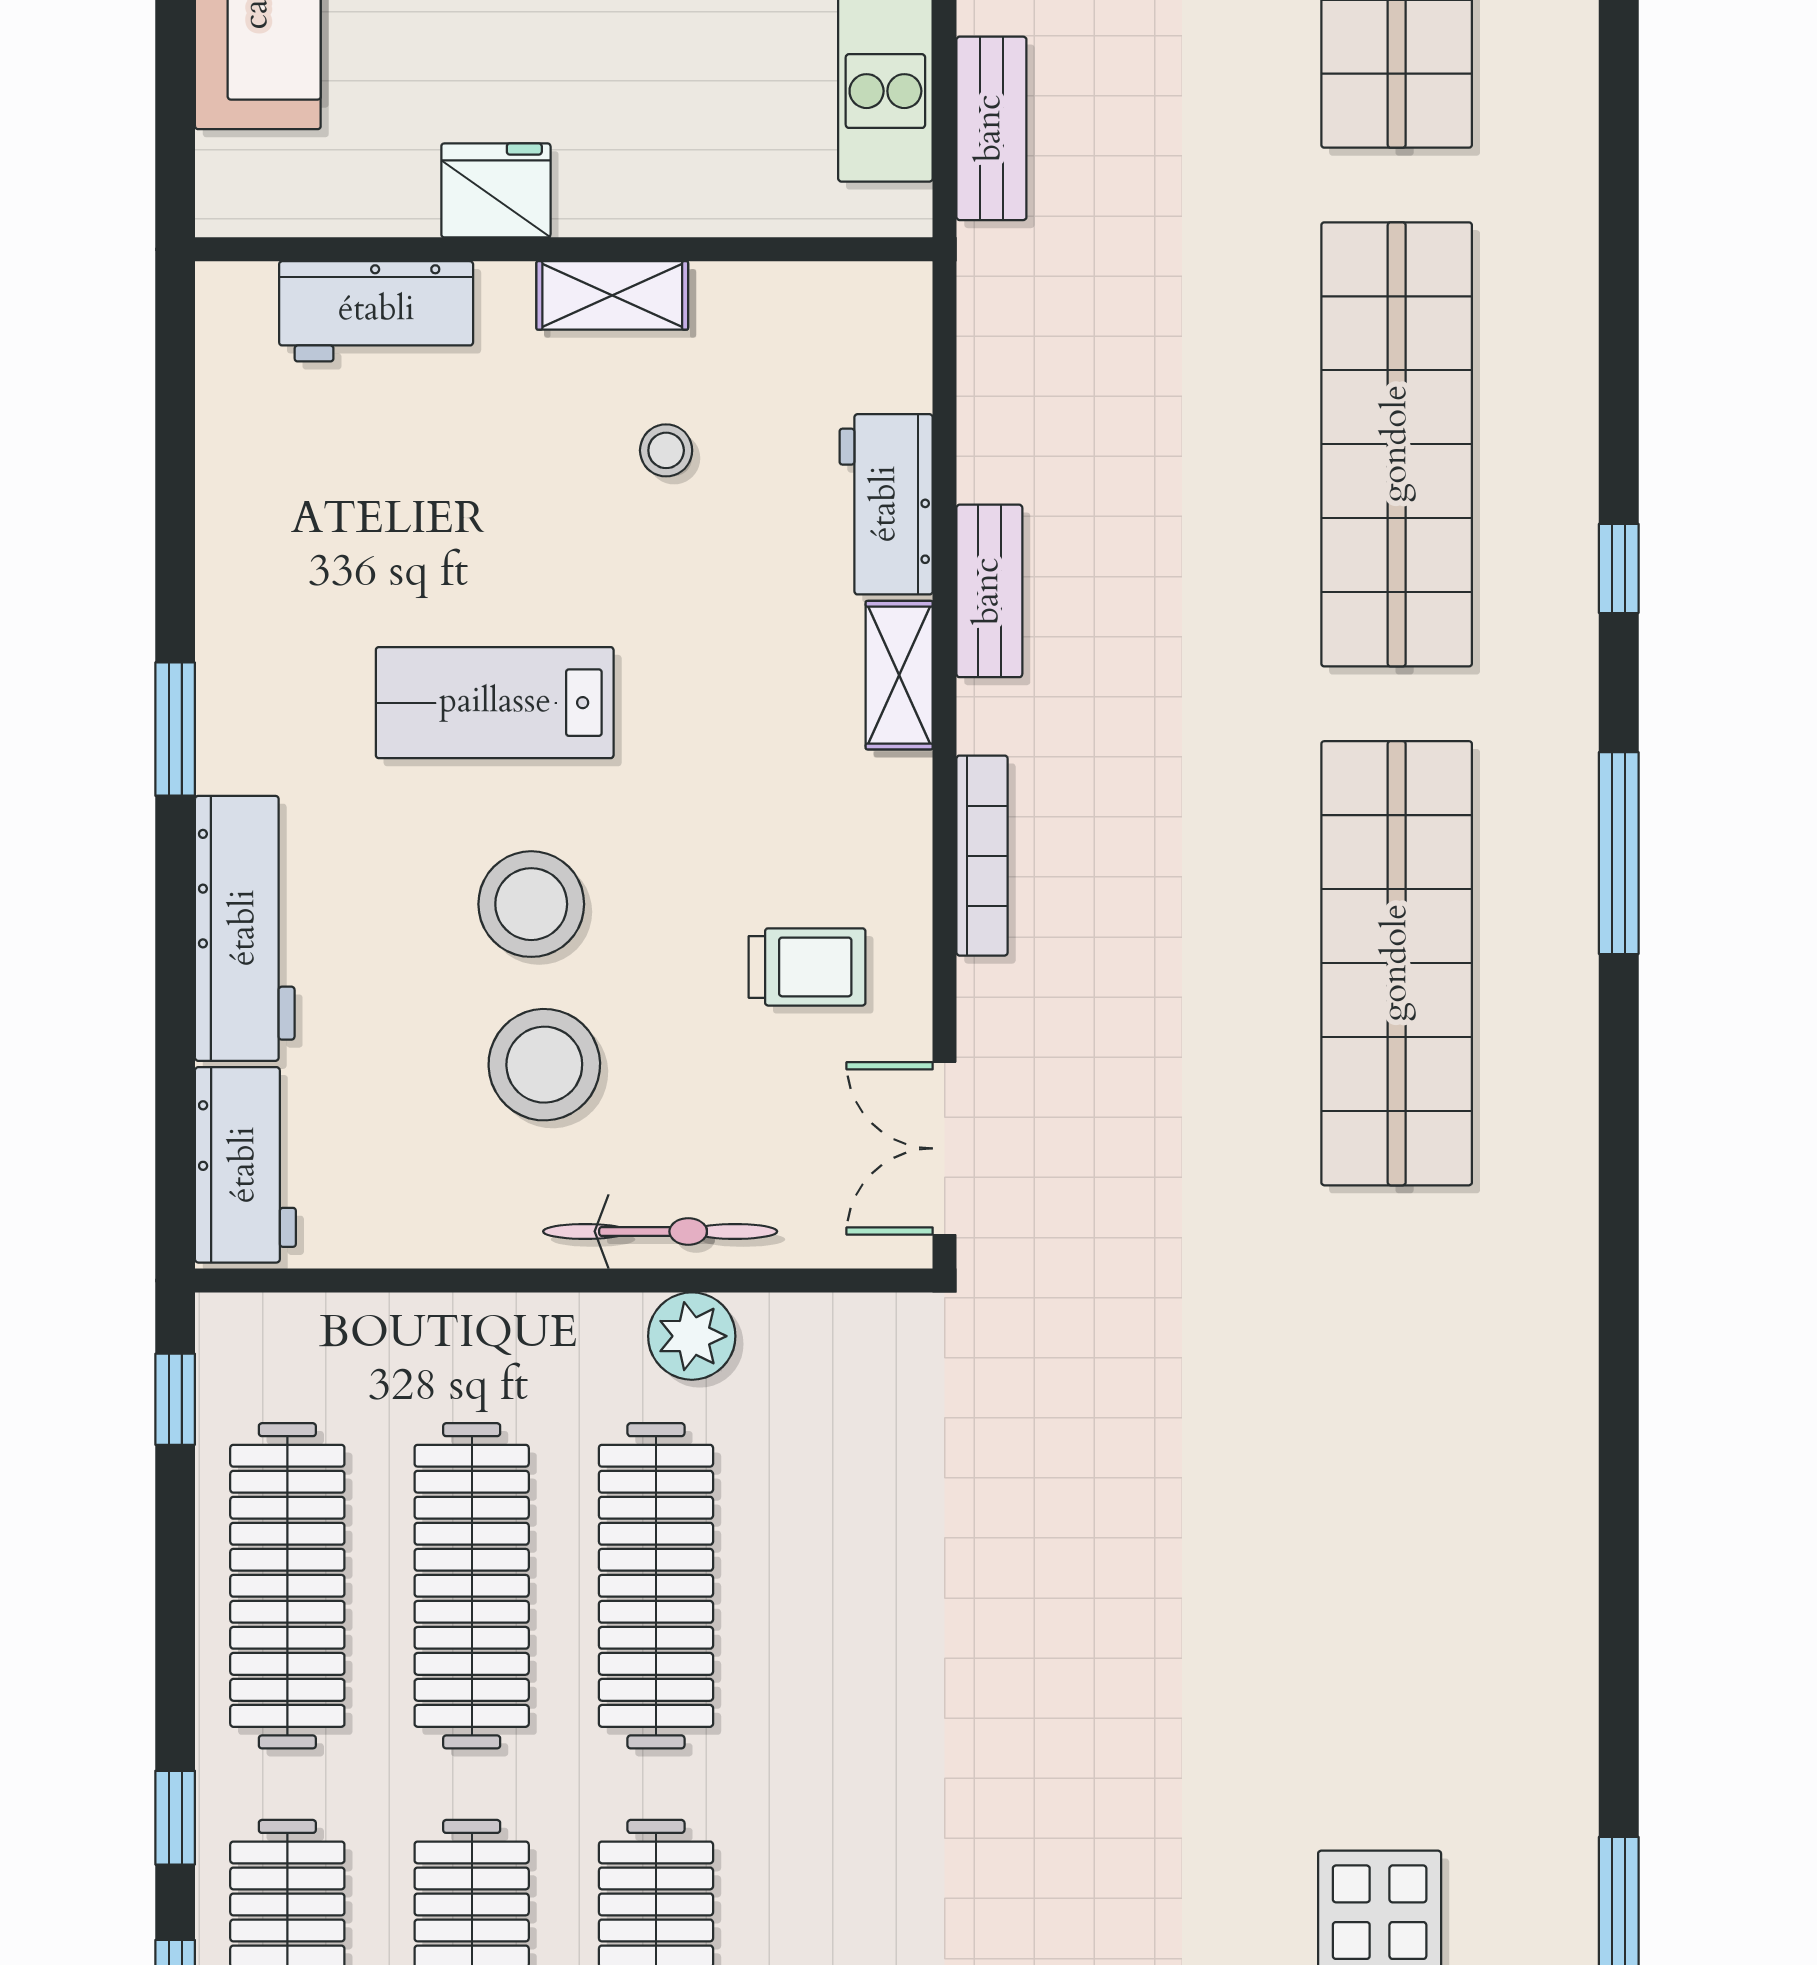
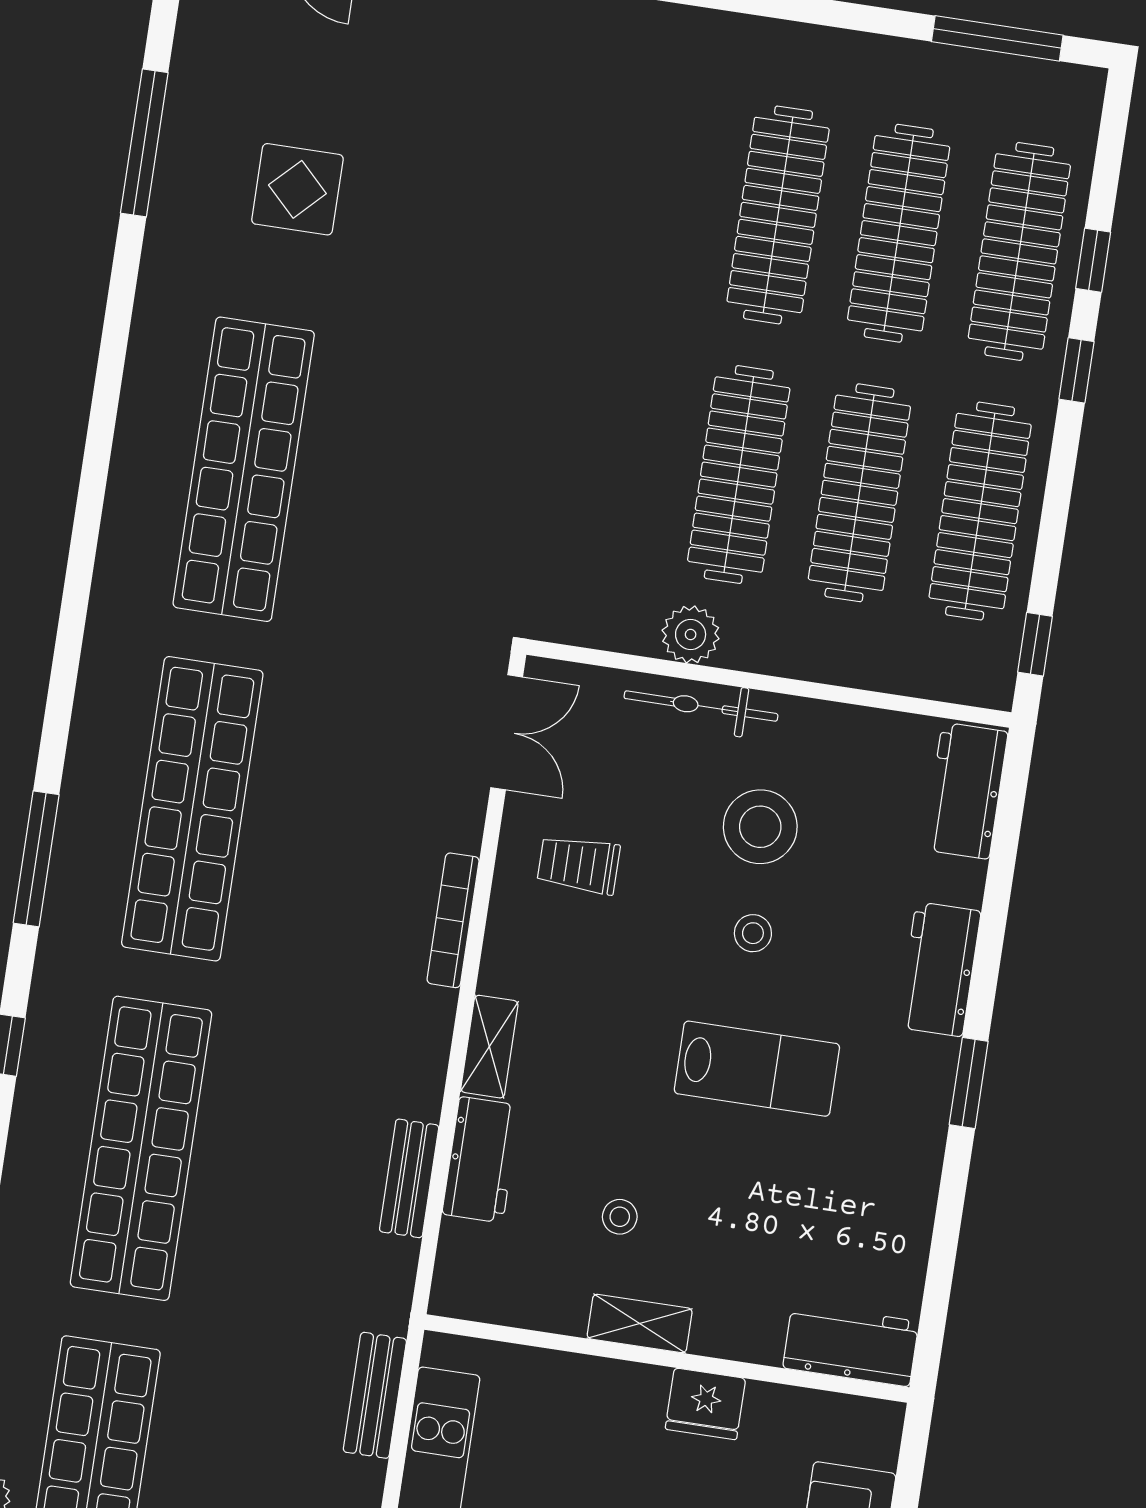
workbench: (376, 311) -> (851, 1345), moved
bench: (989, 591) -> (409, 1178), moved
stool: (531, 904) -> (753, 933), width x0.53, depth x0.53
workbench: (245, 928) -> (939, 969), width x0.73
shop shelf: (1397, 1482) -> (244, 469), added

